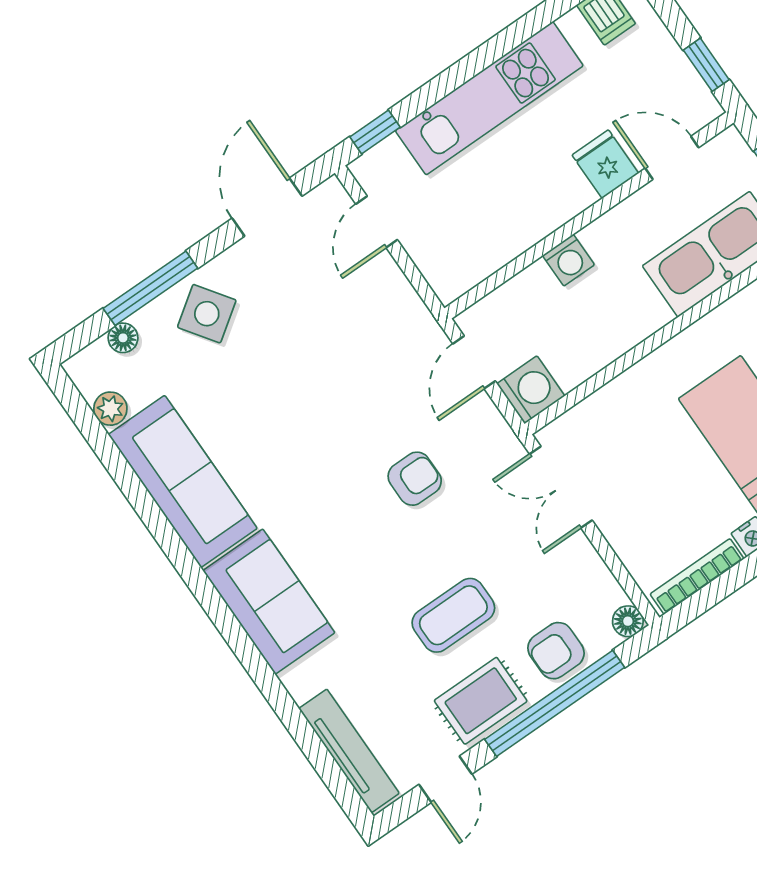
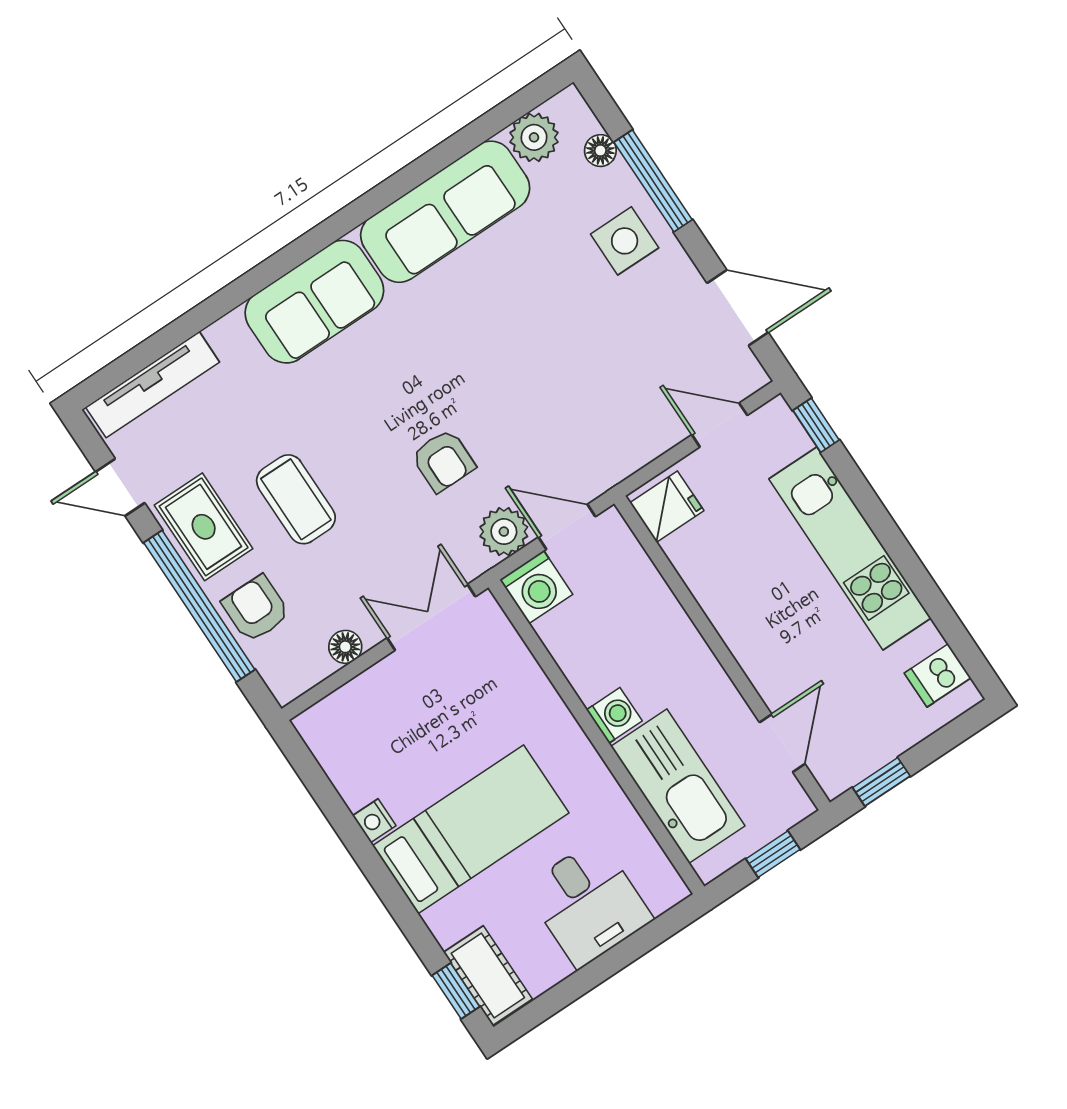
fridge: (605, 164) -> (667, 507), moved
washing machine: (569, 260) -> (614, 715), moved, turned 180
side table: (207, 314) -> (625, 241), turned 35
plant: (110, 409) -> (534, 137), width x1.38, depth x1.38
plant: (480, 421) -> (504, 532), added
bookcase: (697, 577) -> (332, 762), removed
floor lamp: (628, 621) -> (345, 647), moved

